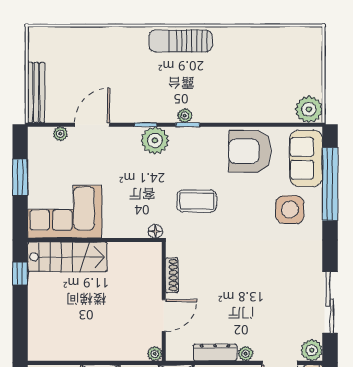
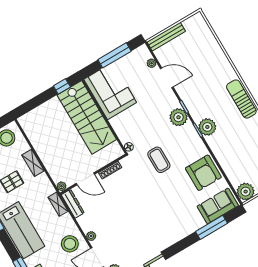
plant: (185, 116) -> (207, 127), width x1.87, depth x1.87
armchair: (250, 151) -> (203, 173), turned 180
window: (20, 177) -> (115, 55), width x1.44
window: (330, 184) -> (211, 227), width x0.68
side table: (290, 210) -> (184, 214), removed
stairs: (67, 257) -> (87, 117), width x1.36, depth x1.51
dresser: (215, 352) -> (73, 204), moved

